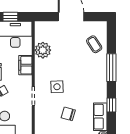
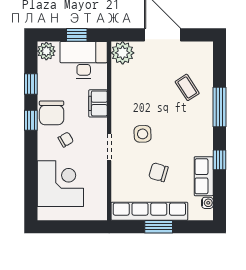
coffee table: (94, 44) -> (187, 87), moved
plant: (43, 50) -> (123, 53), moved

